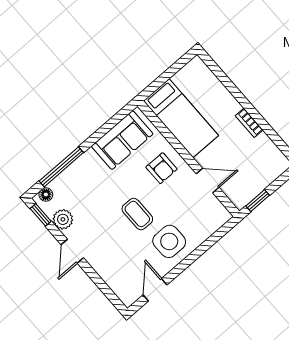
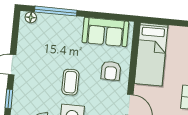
window: (41, 215) -> (9, 99), moved
plant: (63, 219) -> (26, 41), removed

